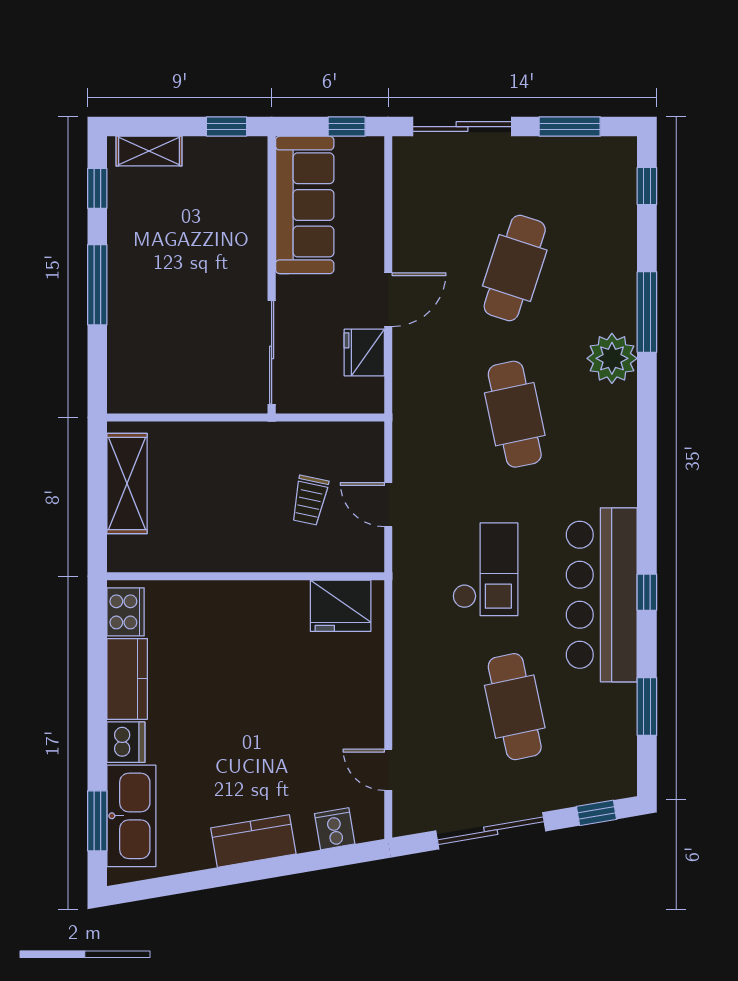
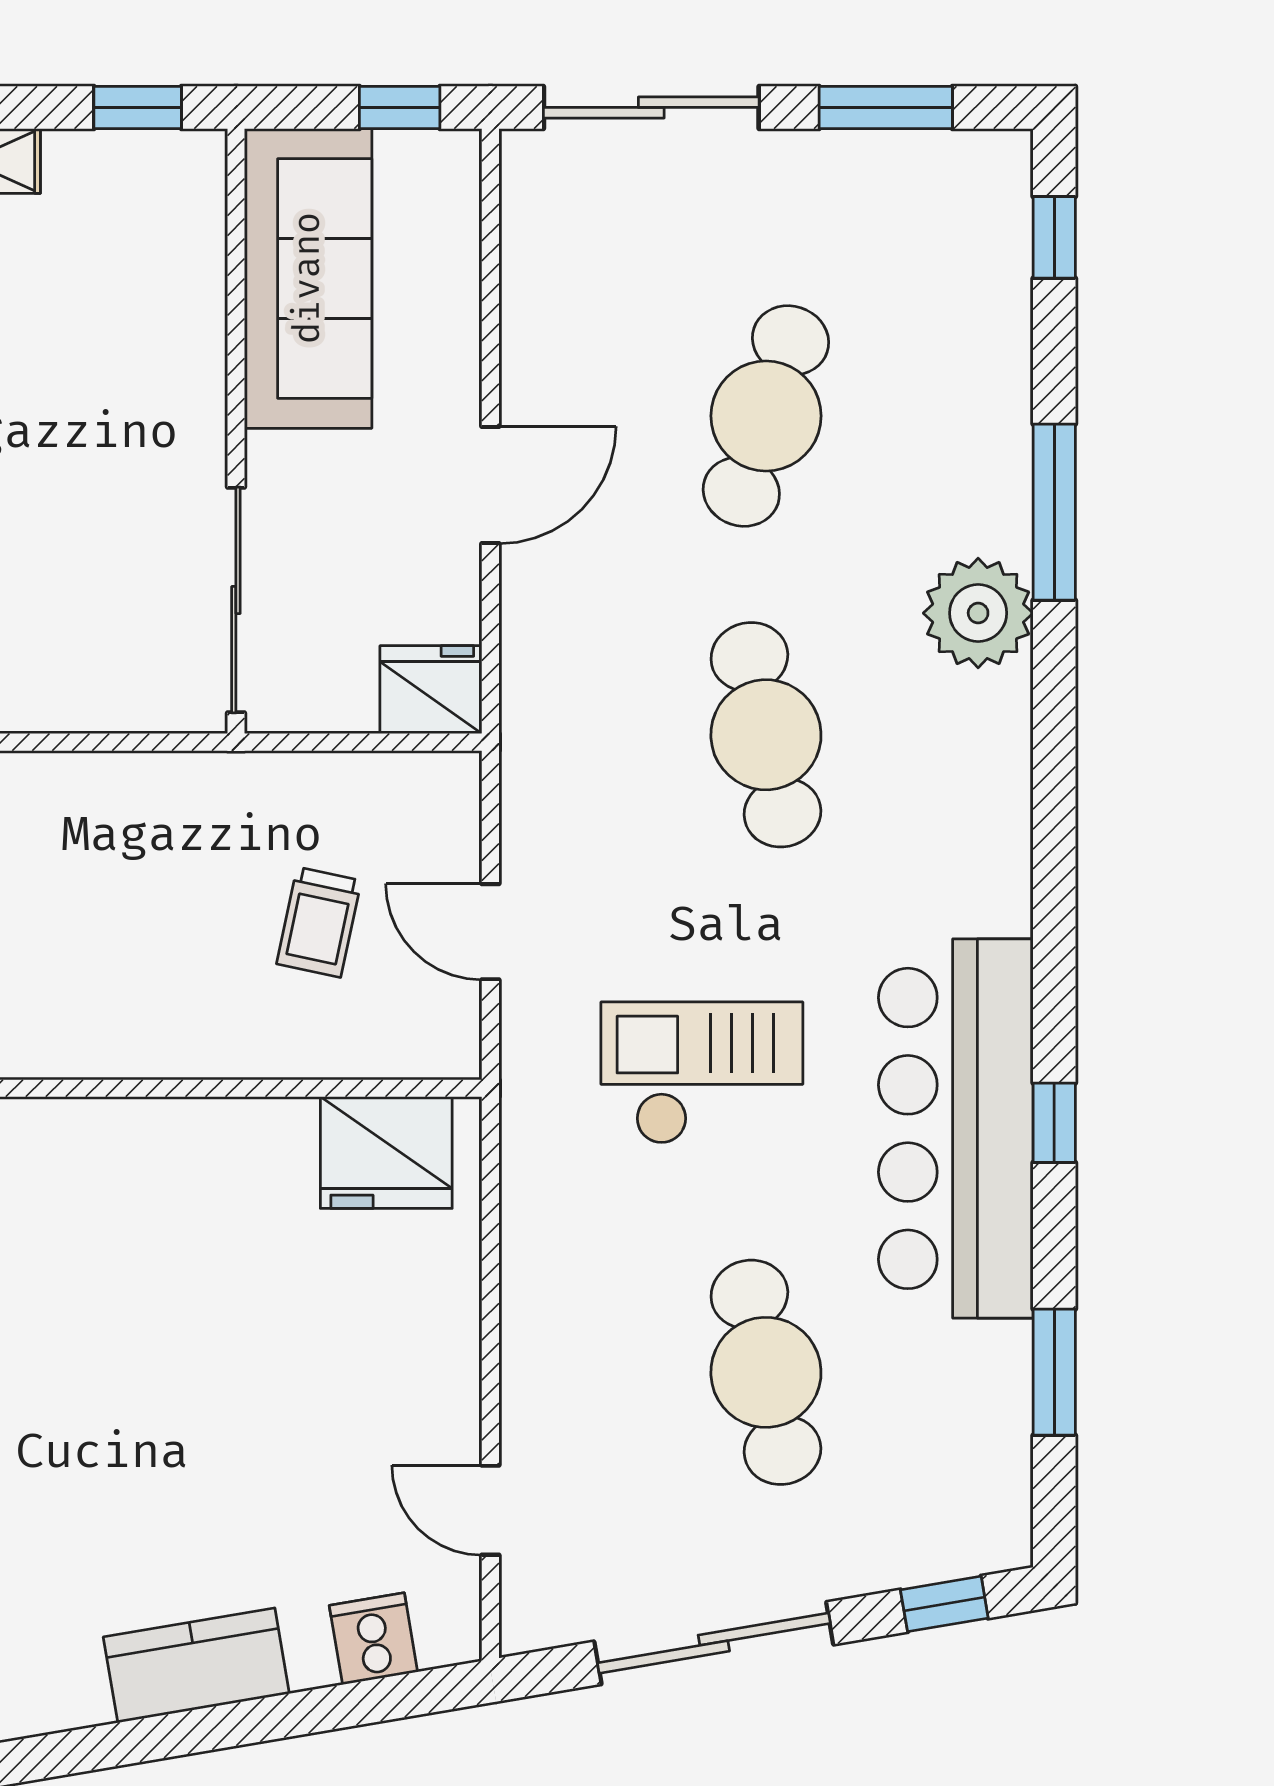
fridge: (364, 353) -> (431, 690), moved, turned 90
checkout: (485, 569) -> (702, 1073), turned -90

